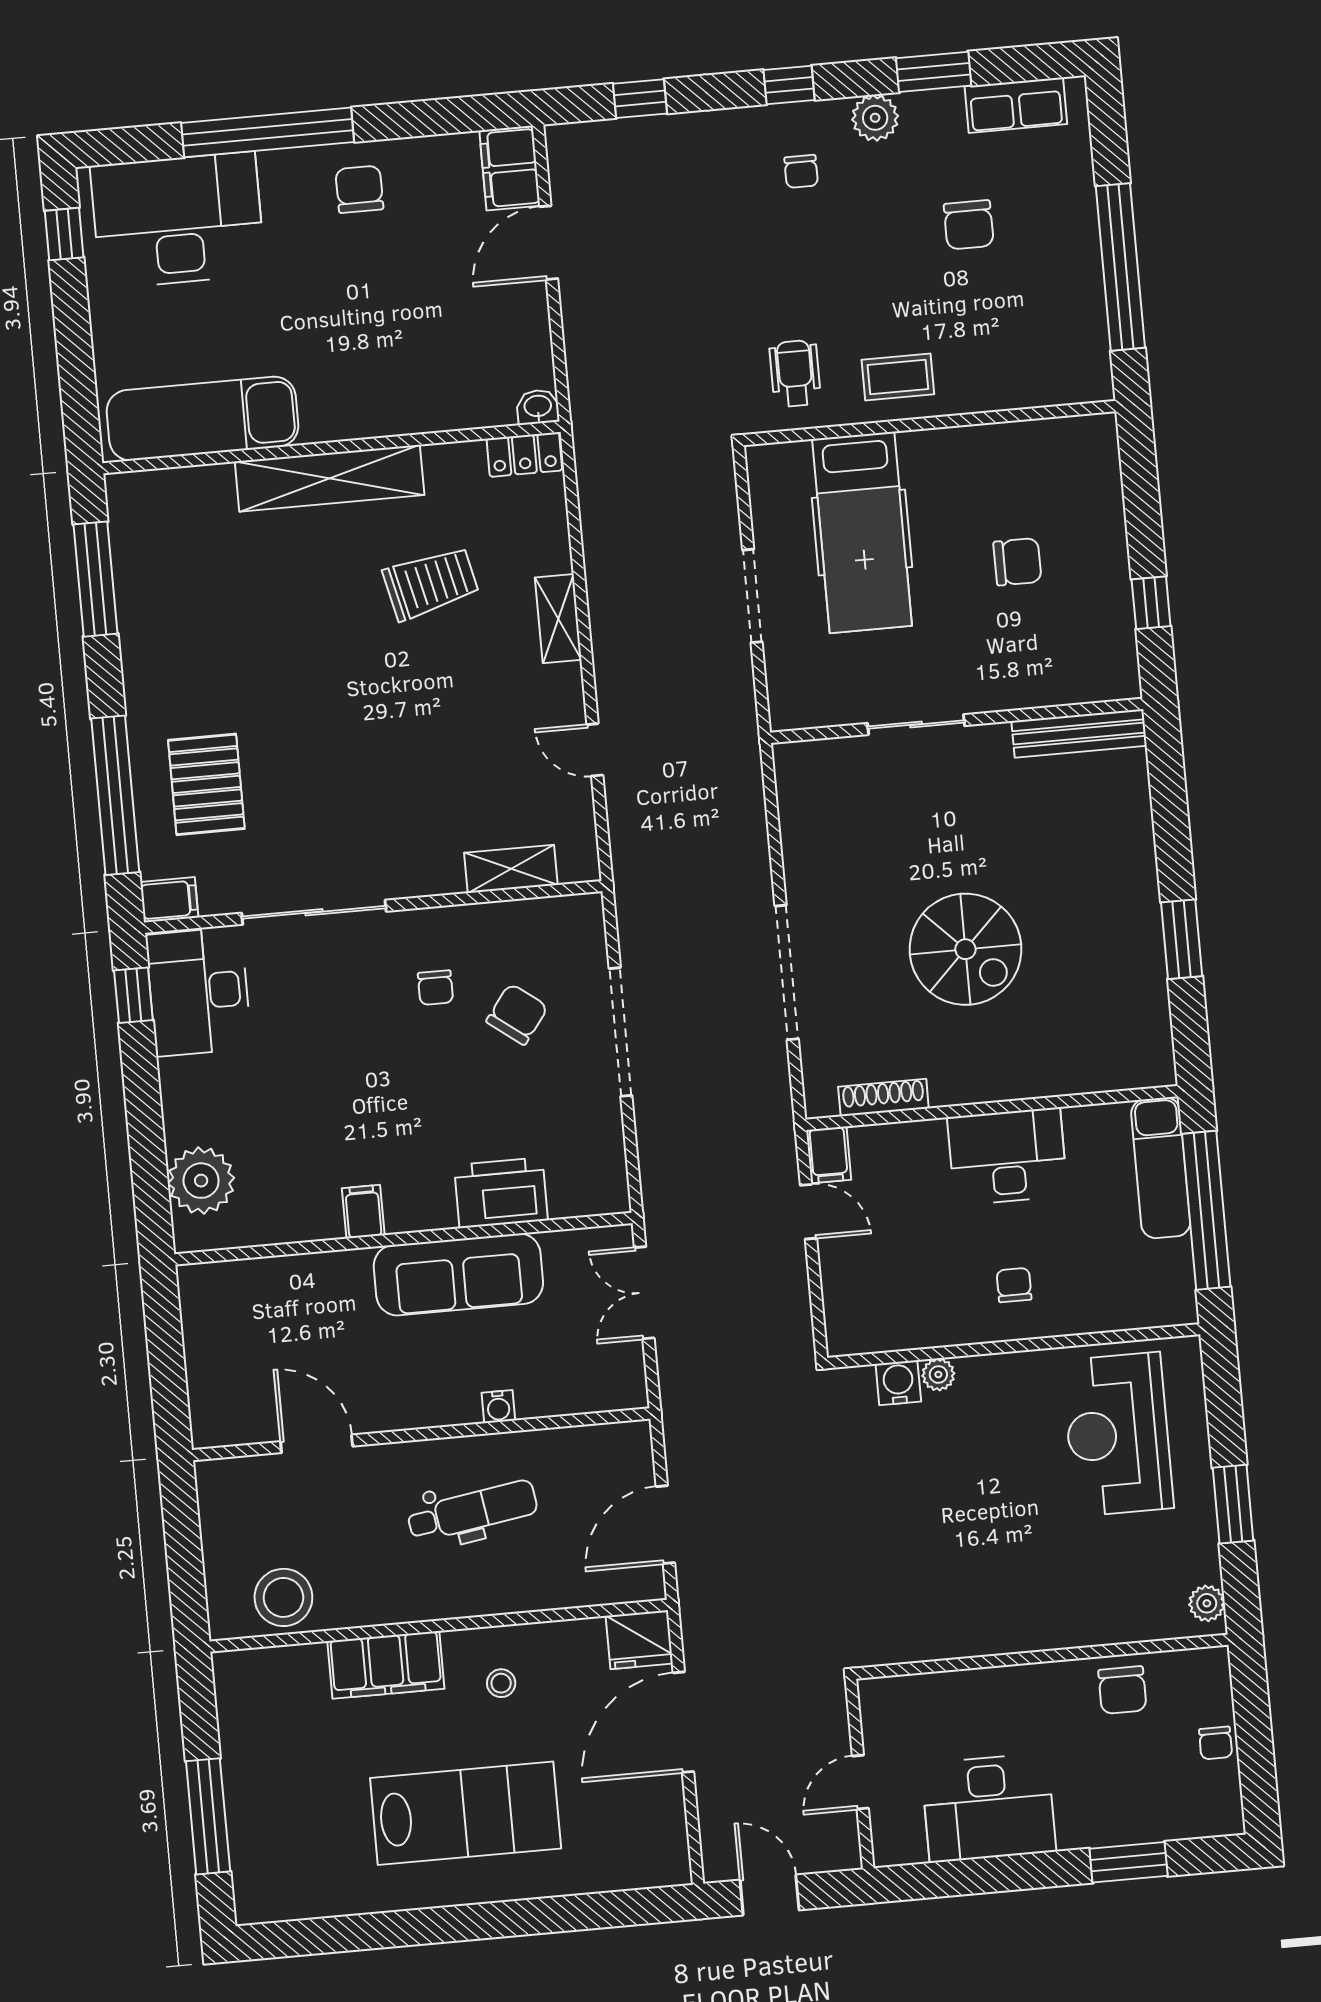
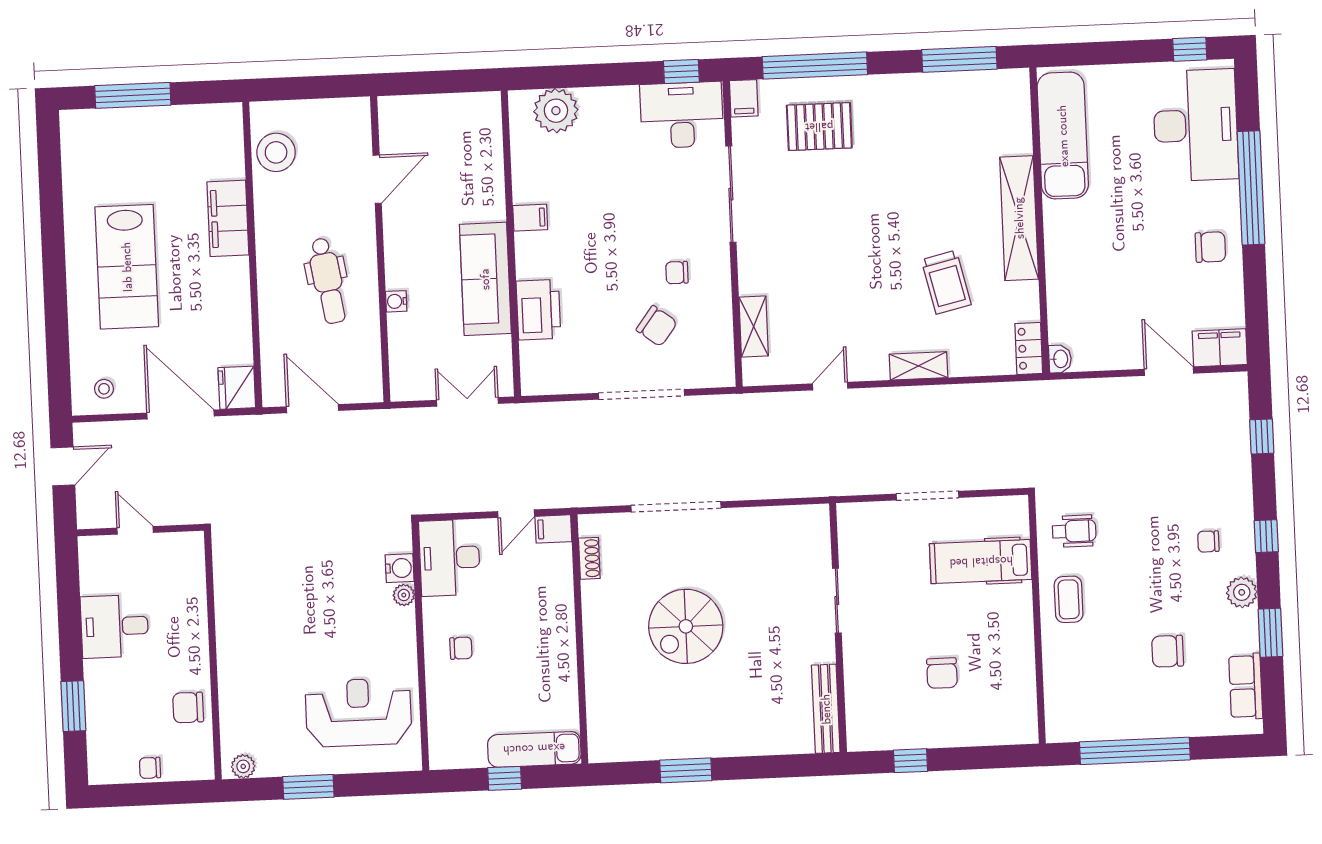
hospital bed: (862, 532) -> (981, 562), width x0.73, depth x0.78
shoe rack: (883, 1098) -> (589, 558), width x0.70
desk: (1007, 1156) -> (450, 558), moved, turned 180
window: (1206, 1210) -> (505, 778), width x0.32
stool: (501, 1683) -> (104, 389), moved
desk: (989, 1808) -> (114, 626), width x0.73

